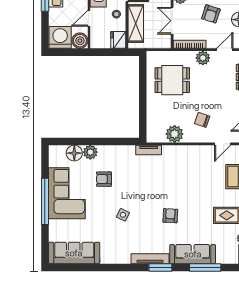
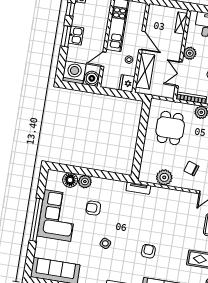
dining table: (172, 80) -> (170, 128), turned 90

